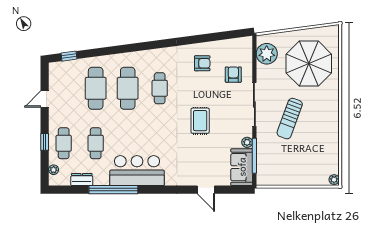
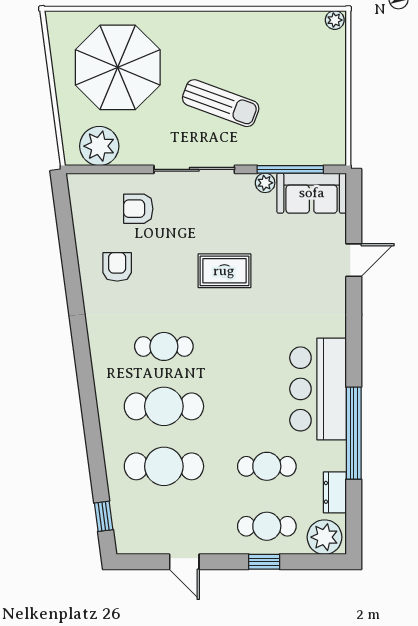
plant: (54, 170) -> (325, 537), width x1.88, depth x1.88

